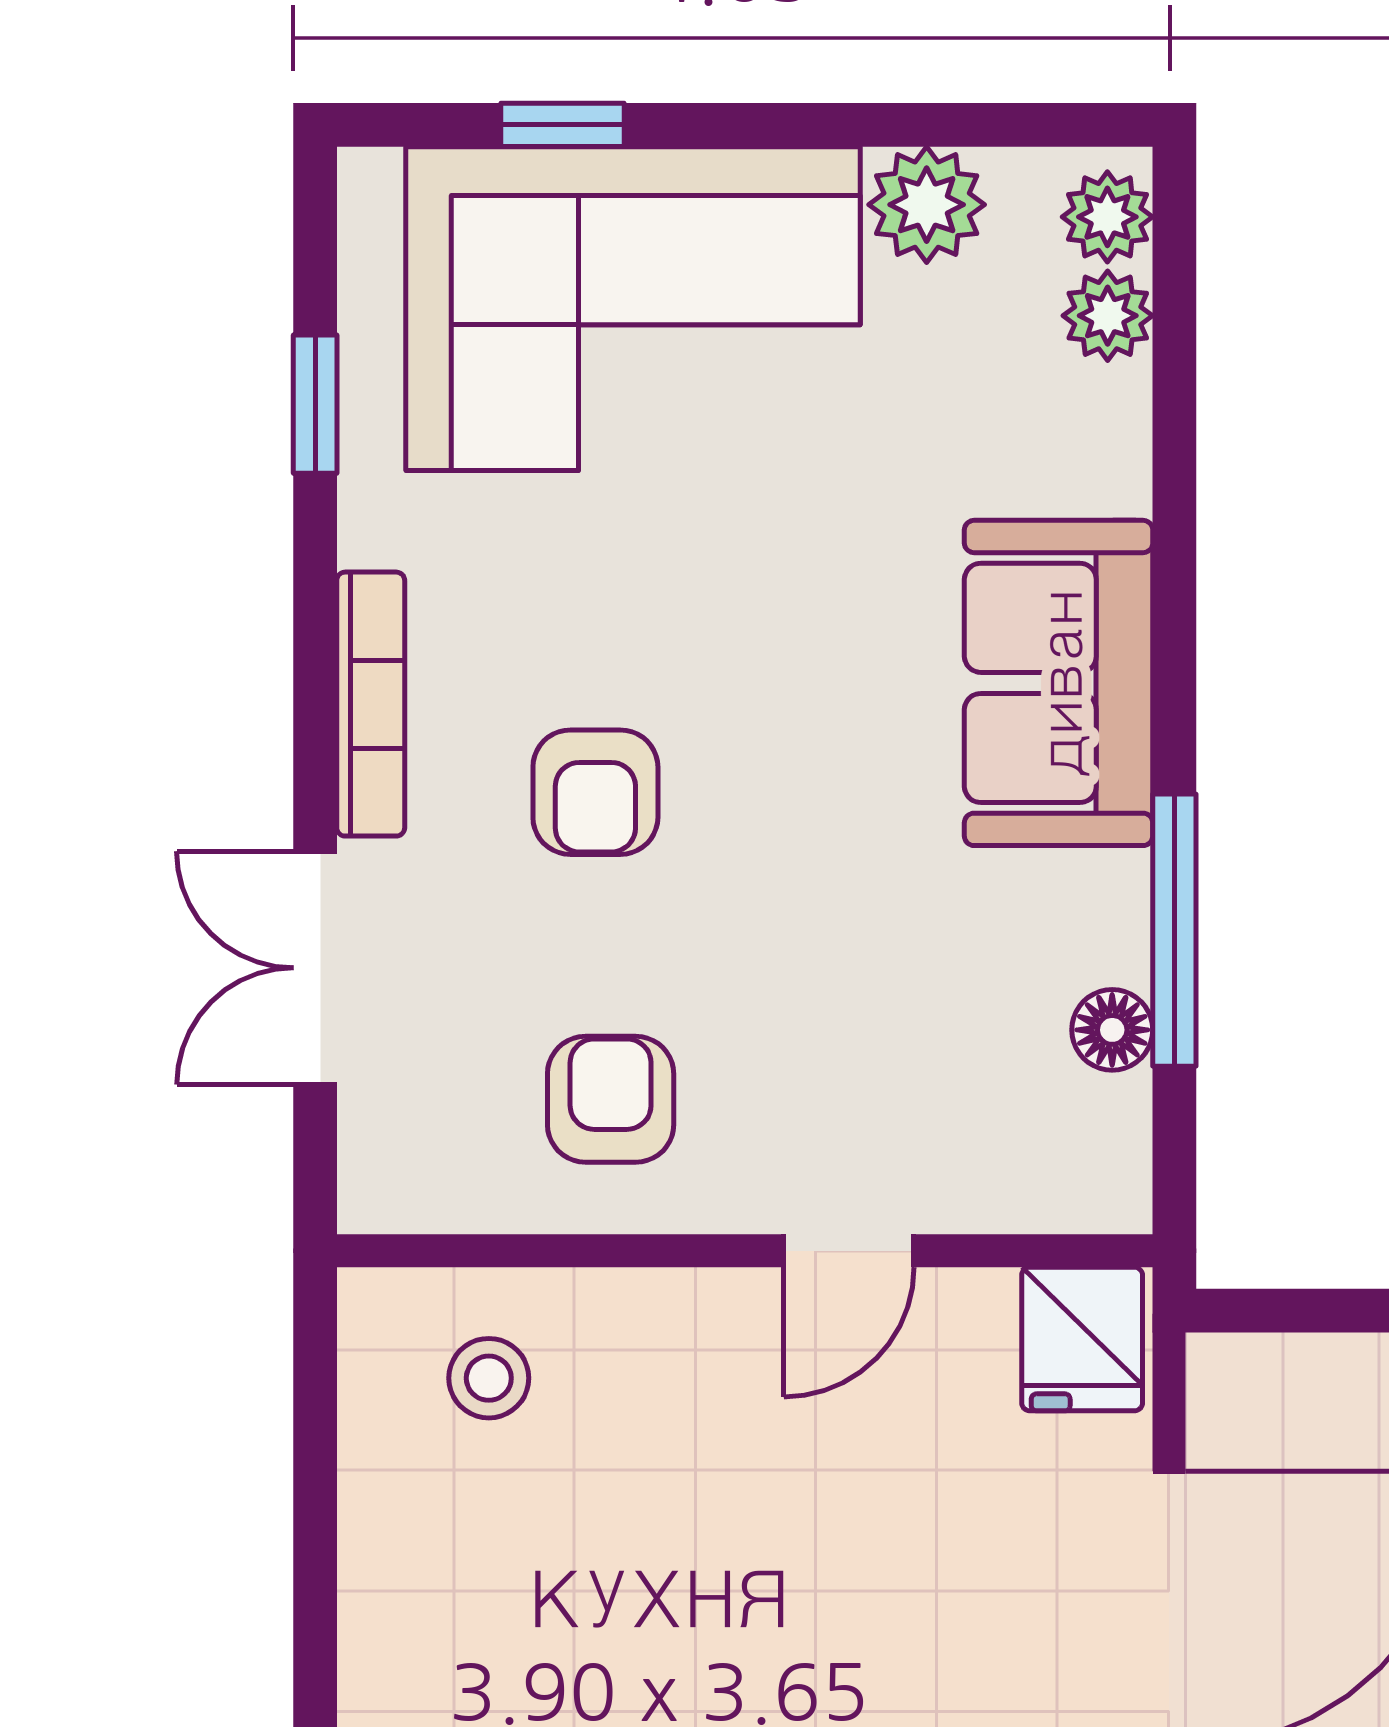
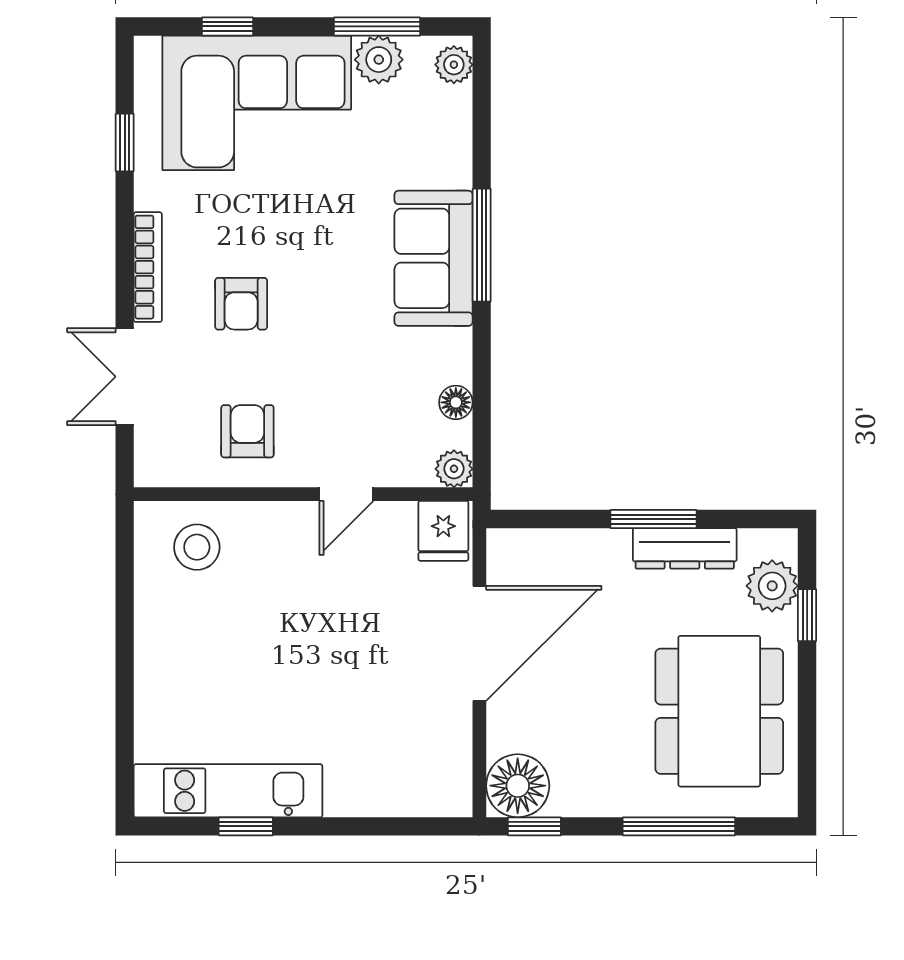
window: (923, 125) -> (377, 26), added
plant: (1108, 316) -> (454, 469), moved
window: (1174, 930) -> (482, 245), moved
stool: (489, 1378) -> (197, 547), width x1.37, depth x1.37

